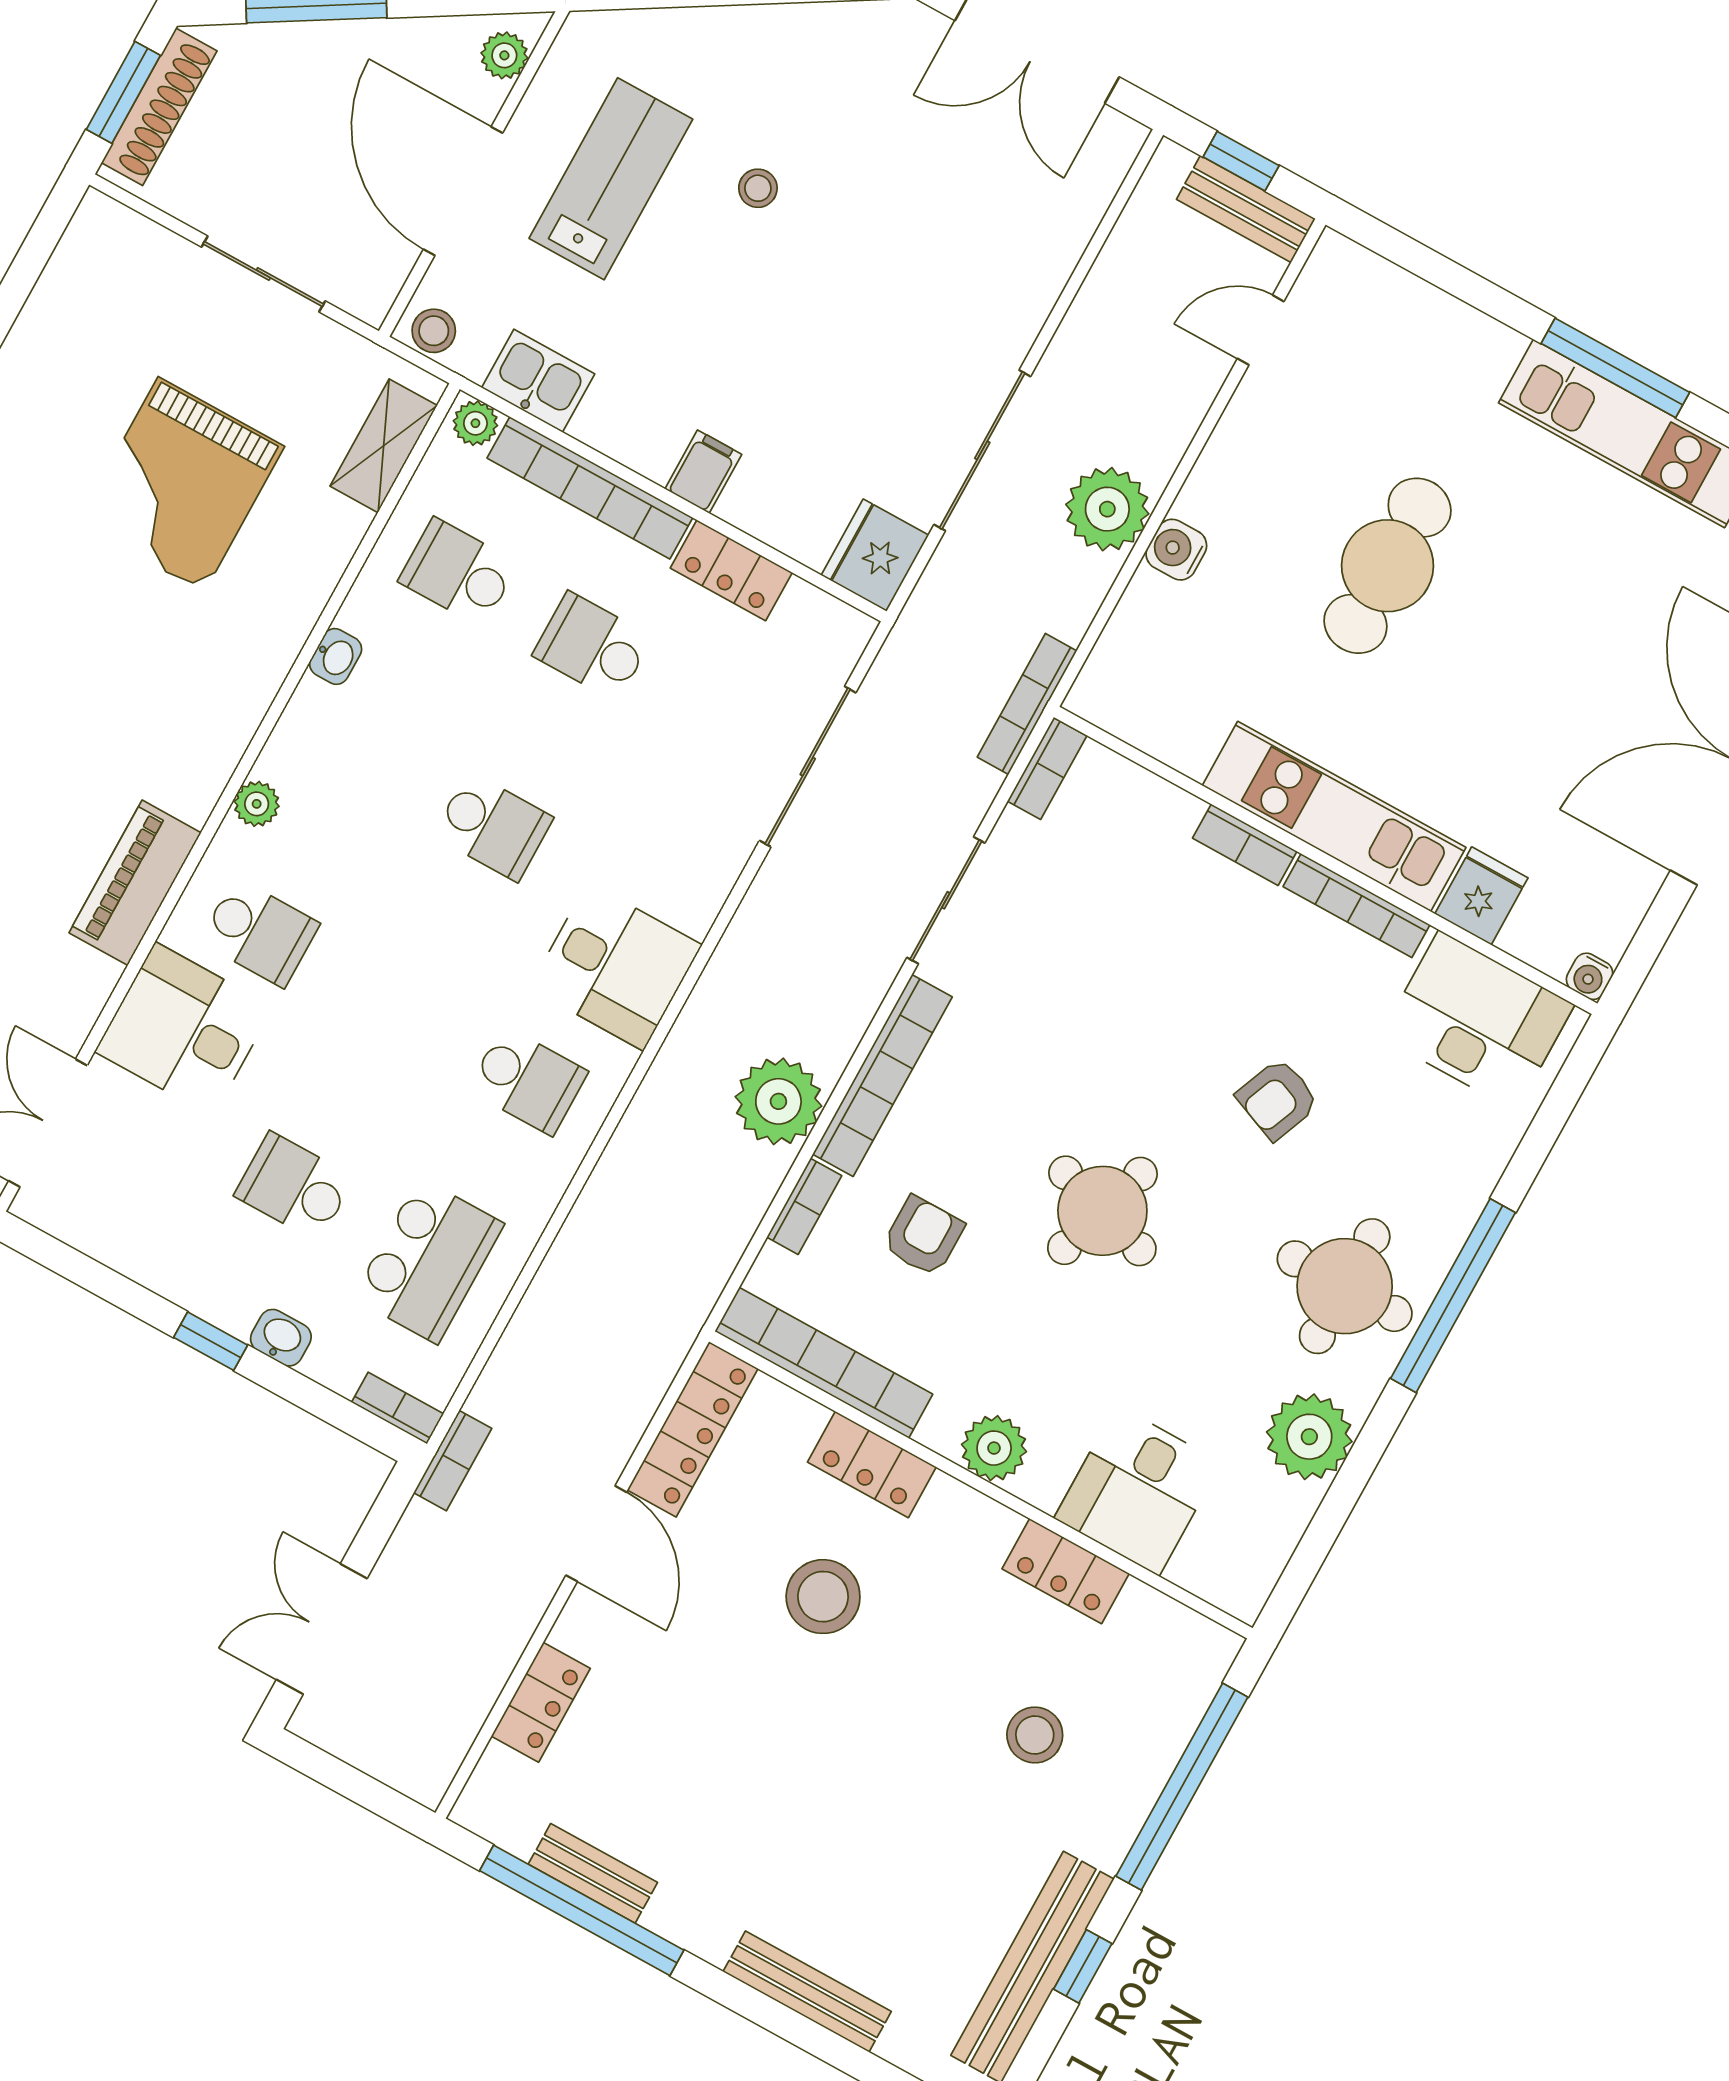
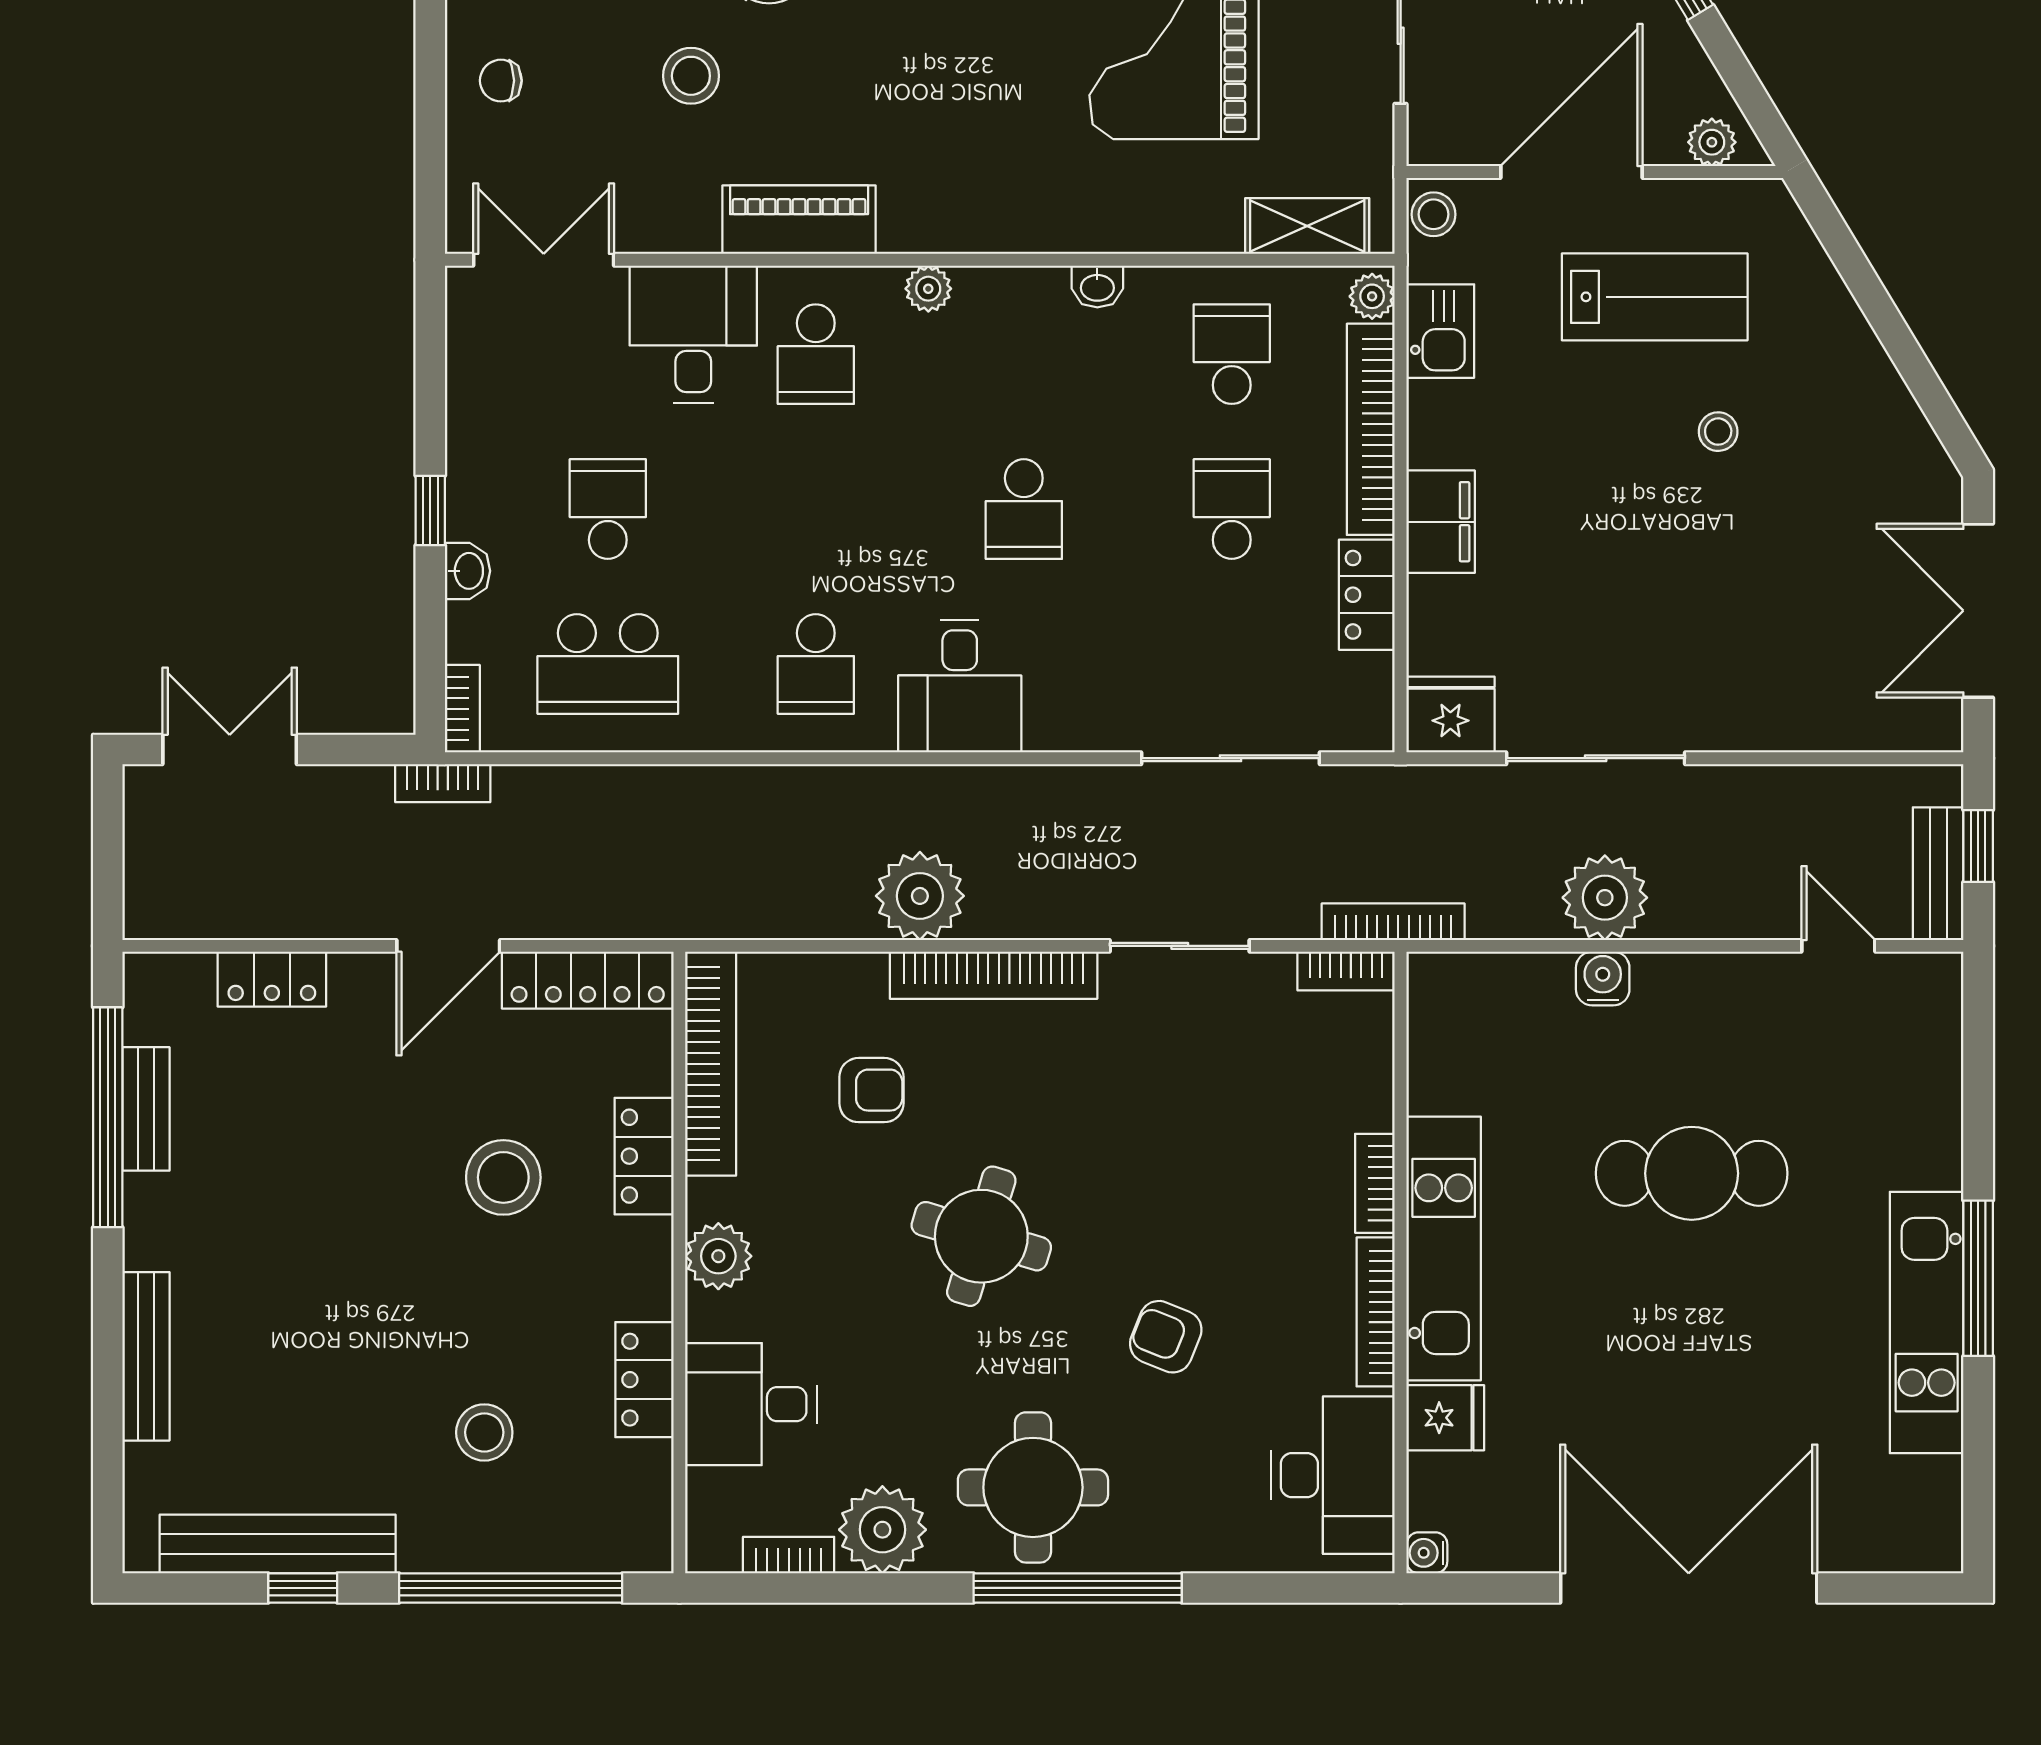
filing cabinet: (703, 472) -> (1441, 522), width x2.00
bookcase: (804, 1206) -> (789, 1555), moved, turned 180

